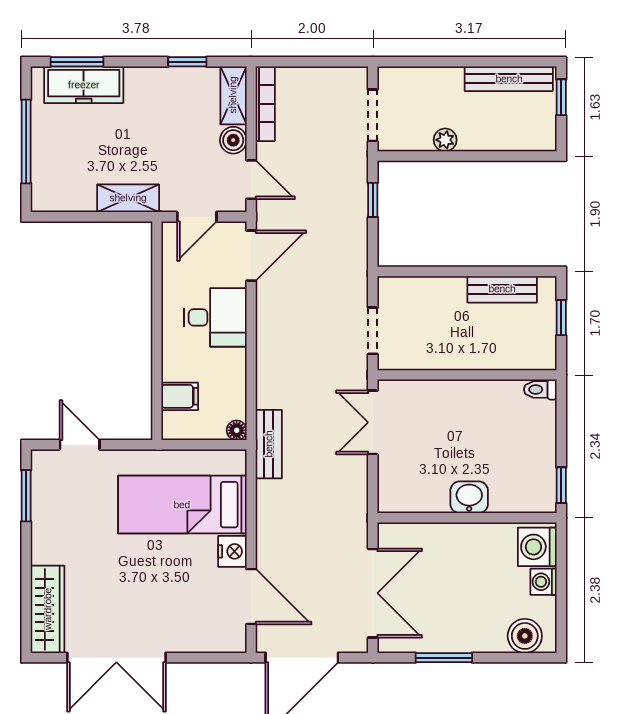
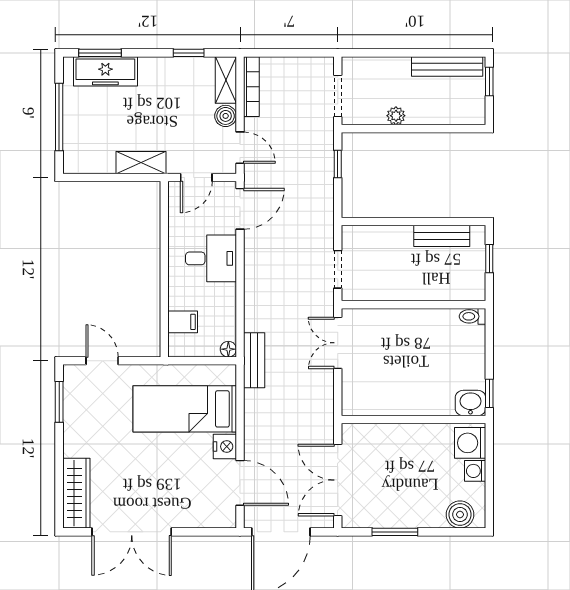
washbasin: (469, 497) -> (470, 403), moved
double door: (373, 593) -> (338, 480), swing flipped

